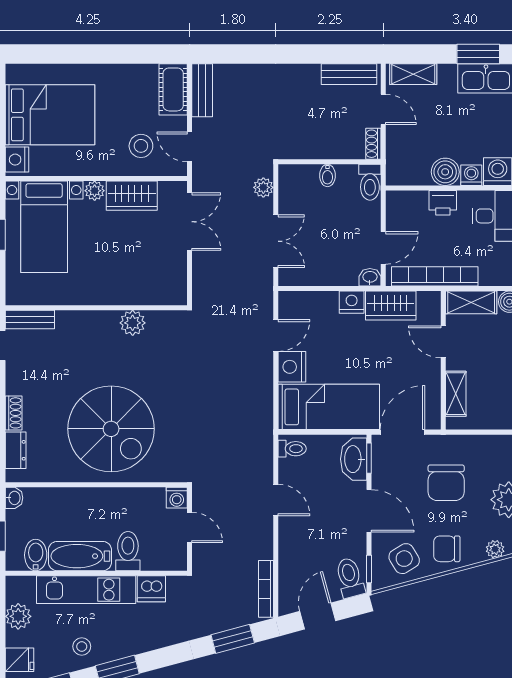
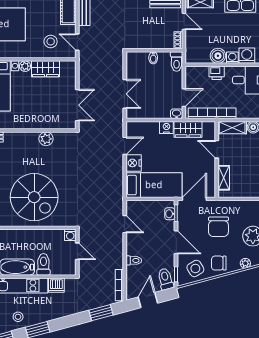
plant: (263, 187) -> (118, 64), removed
double door: (190, 222) -> (77, 105), moved
toilet: (292, 449) -> (134, 260), moved
washbasin: (354, 459) -> (170, 214), width x0.52, depth x0.69
door: (276, 500) -> (125, 224), moved

